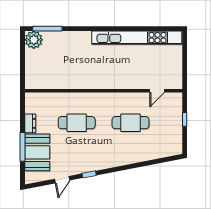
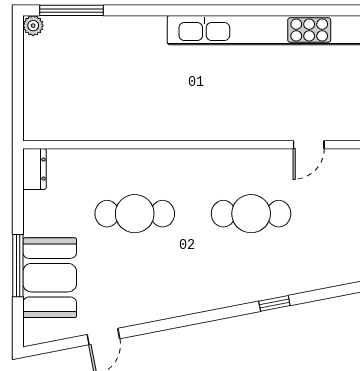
plant: (34, 40) -> (33, 26), width x0.53, depth x0.53
dresser: (30, 123) -> (34, 169), moved
window: (89, 174) -> (274, 303), moved

